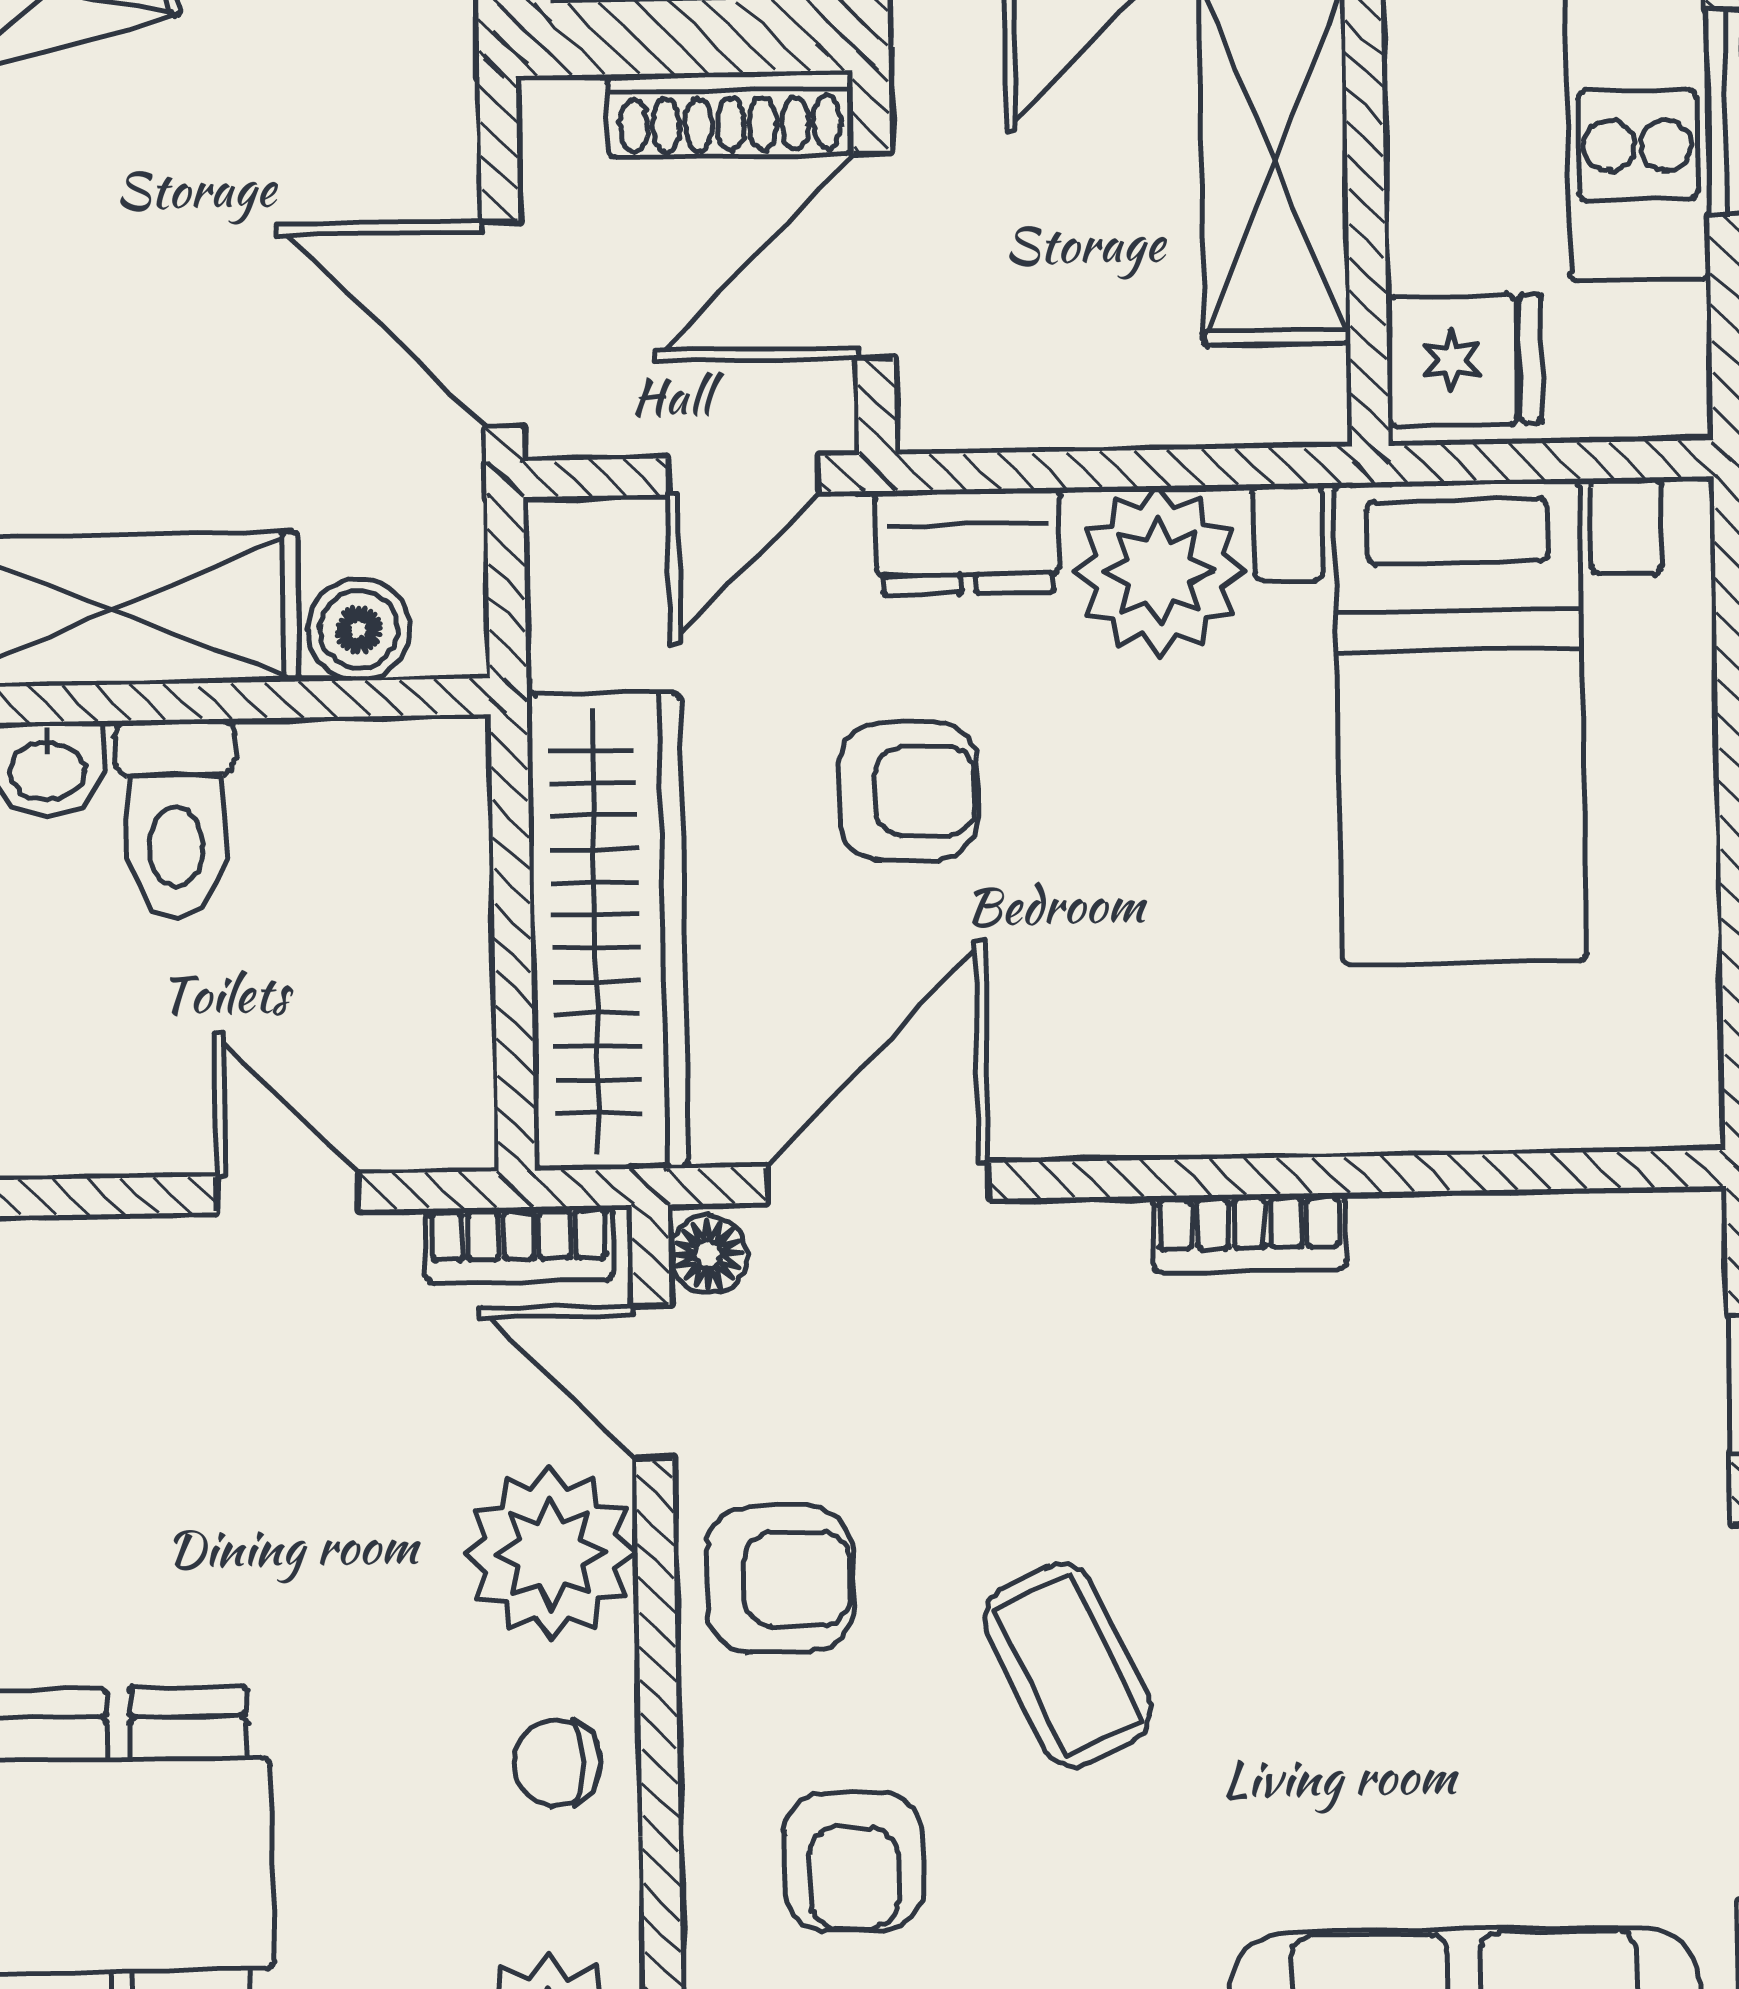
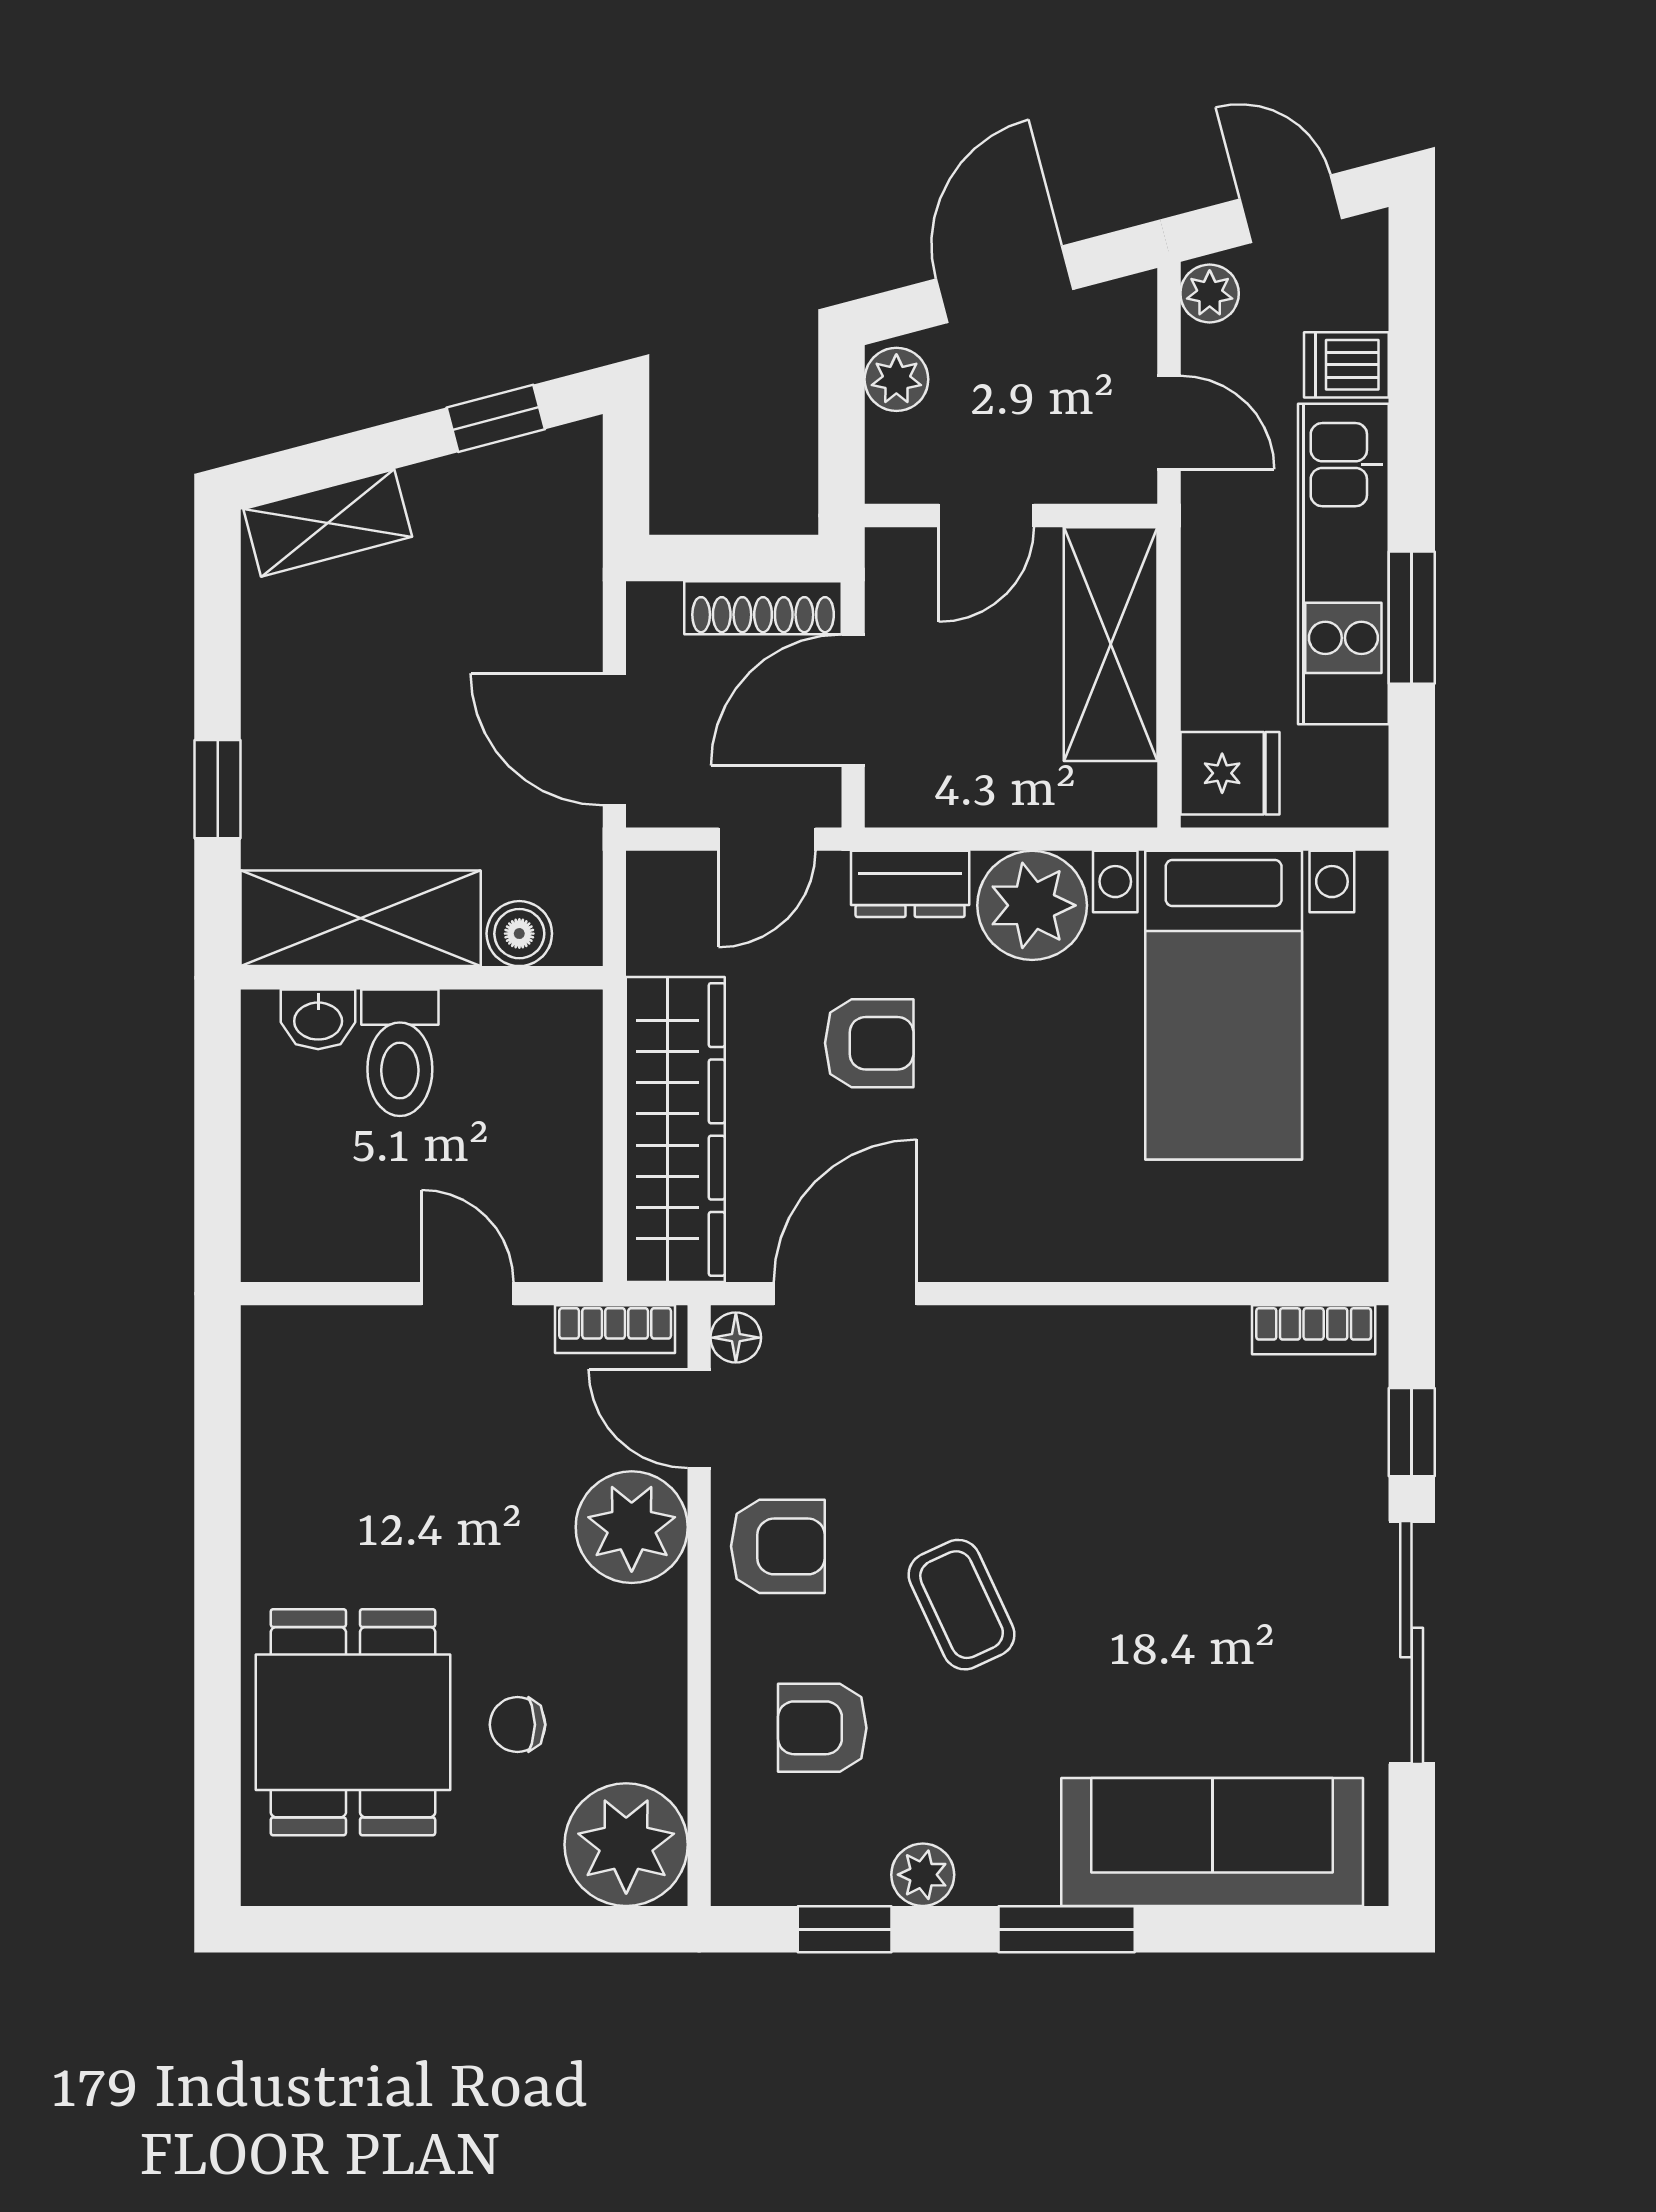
bookcase: (1250, 1233) -> (1314, 1330), moved
chair: (557, 1763) -> (517, 1725), moved
armchair: (854, 1861) -> (822, 1728), turned 90

